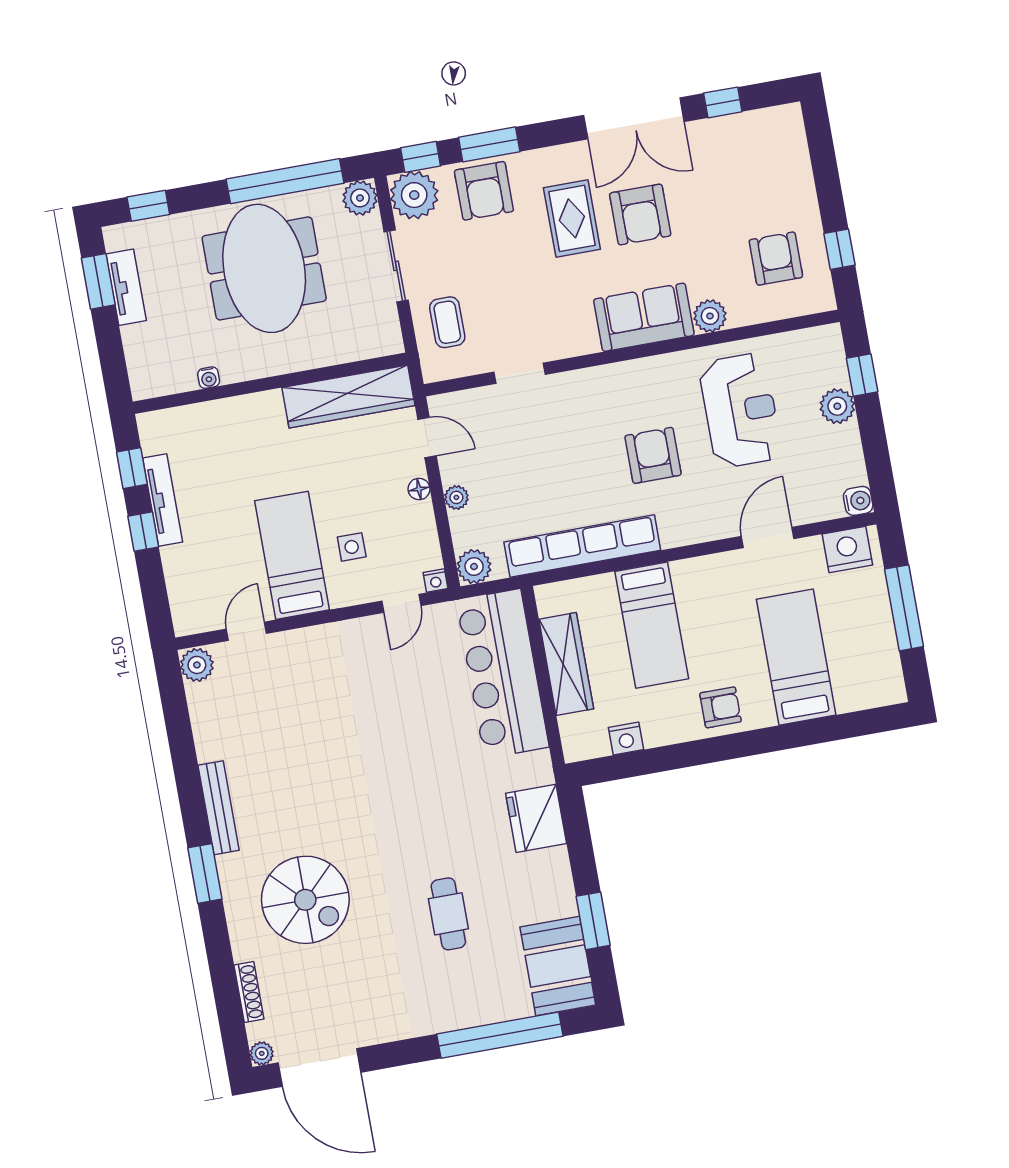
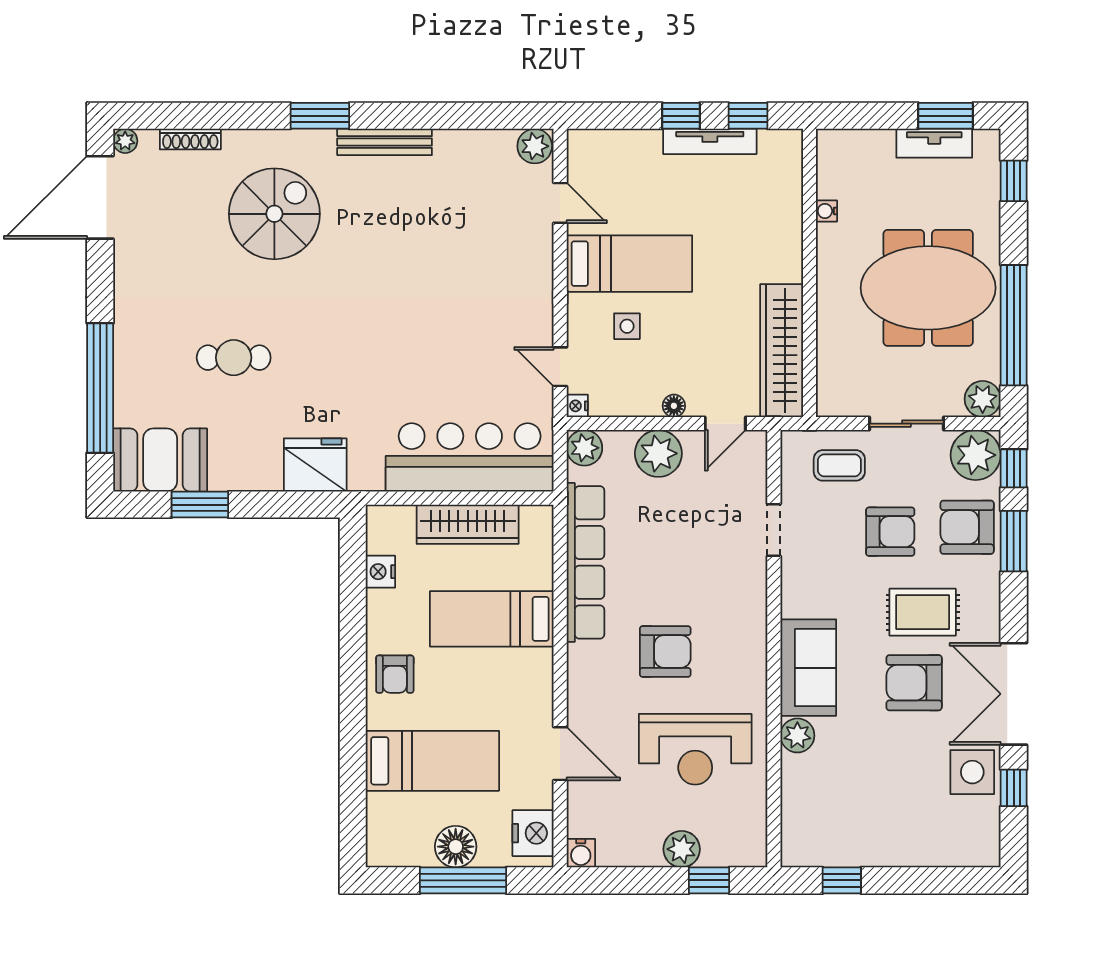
side table: (715, 144) -> (972, 772), added
armchair: (776, 259) -> (890, 532), moved
plant: (456, 497) -> (658, 453), width x1.88, depth x1.88
floor lamp: (873, 620) -> (456, 847), added
spiral stairs: (305, 900) -> (274, 214), turned 180

